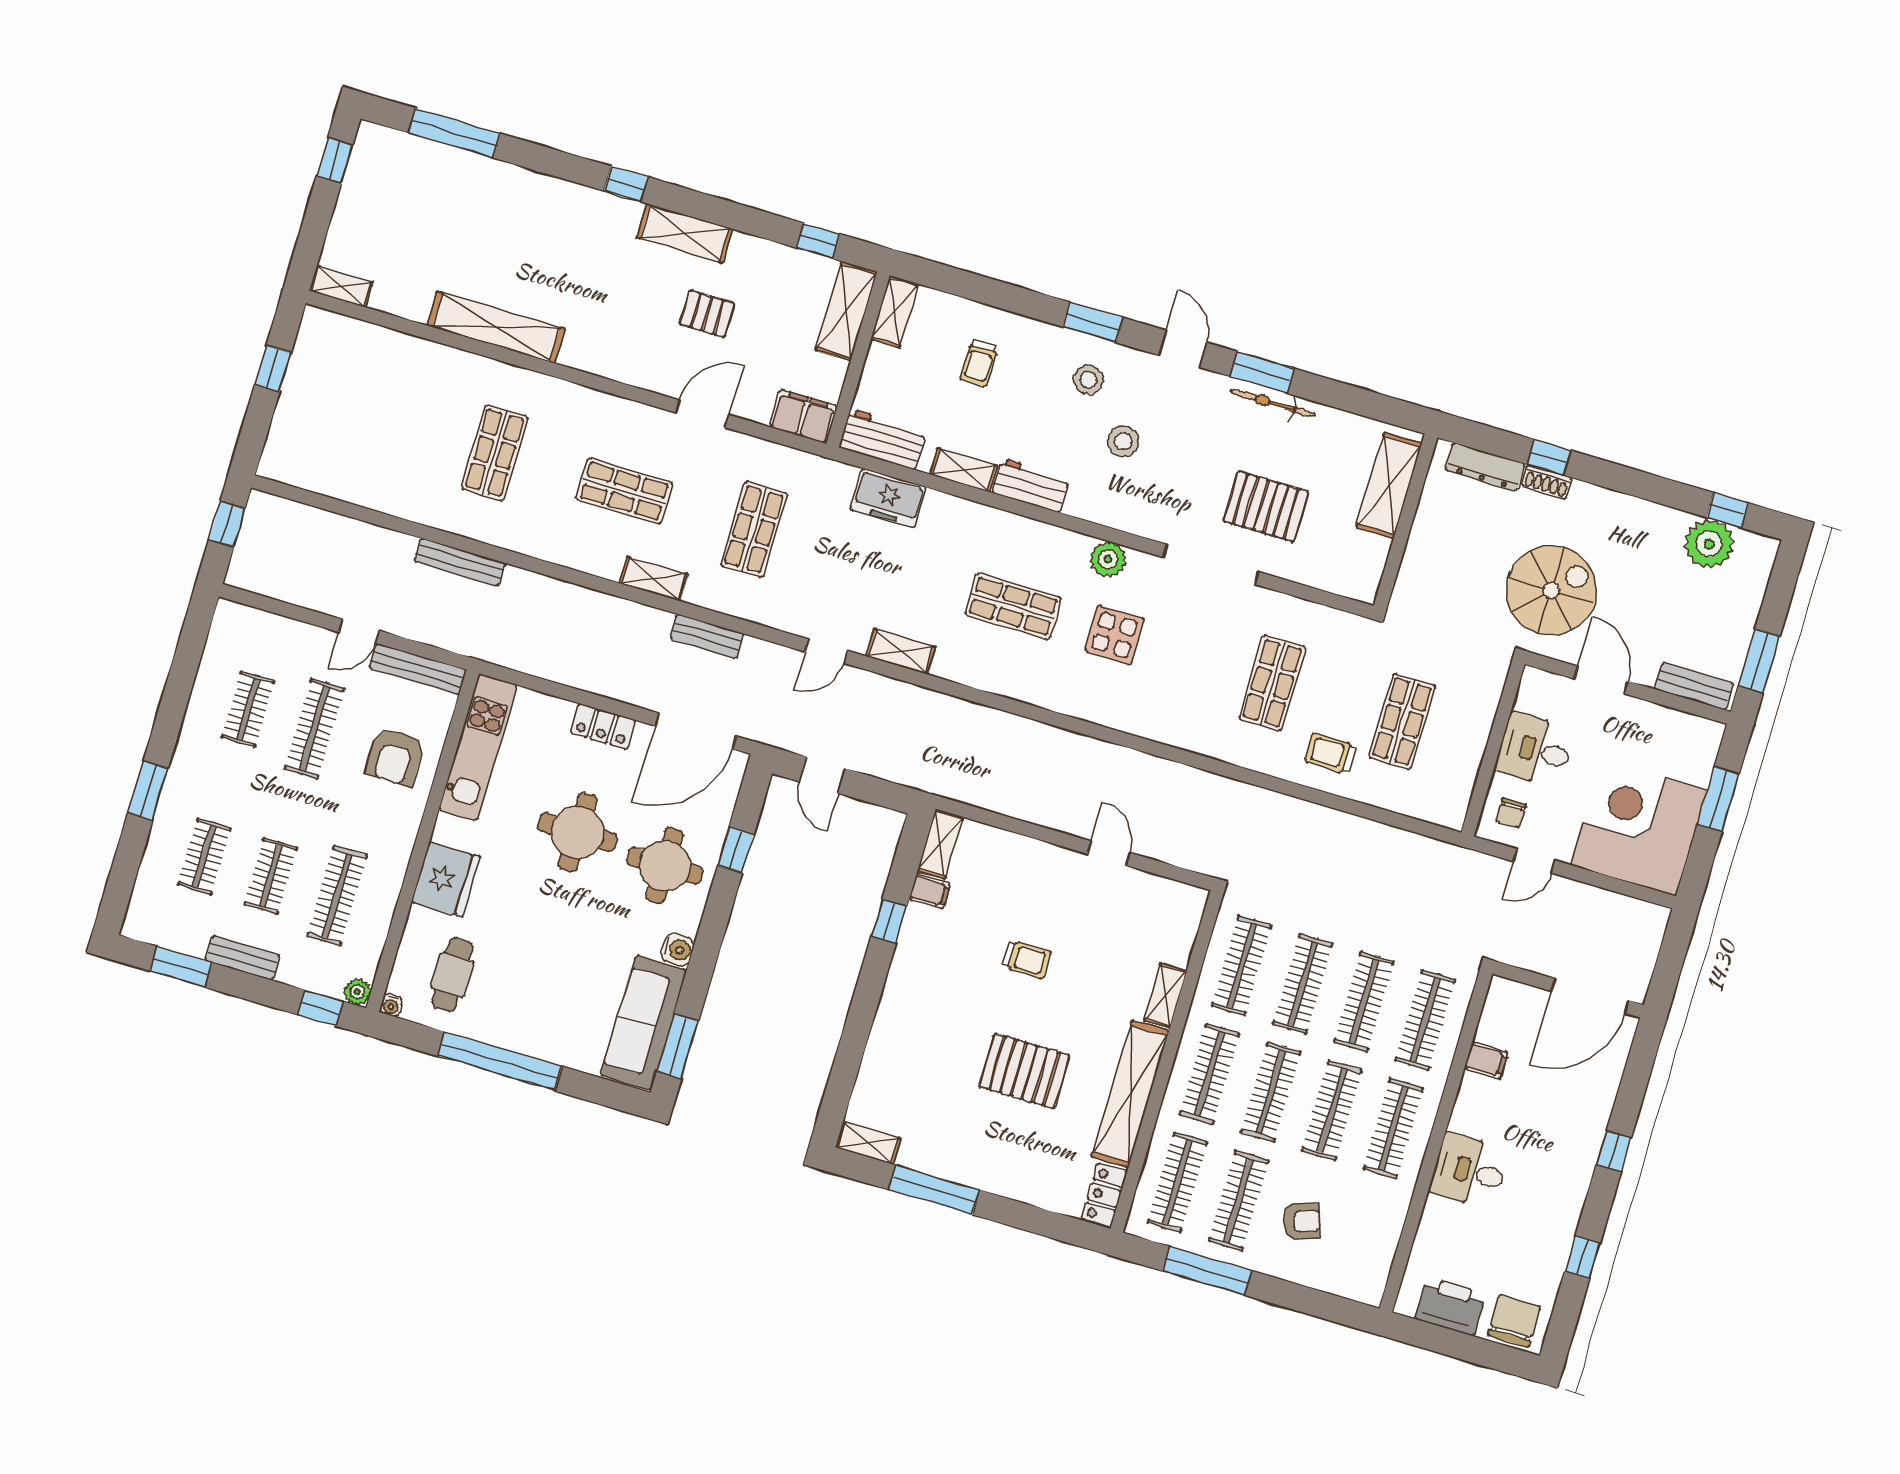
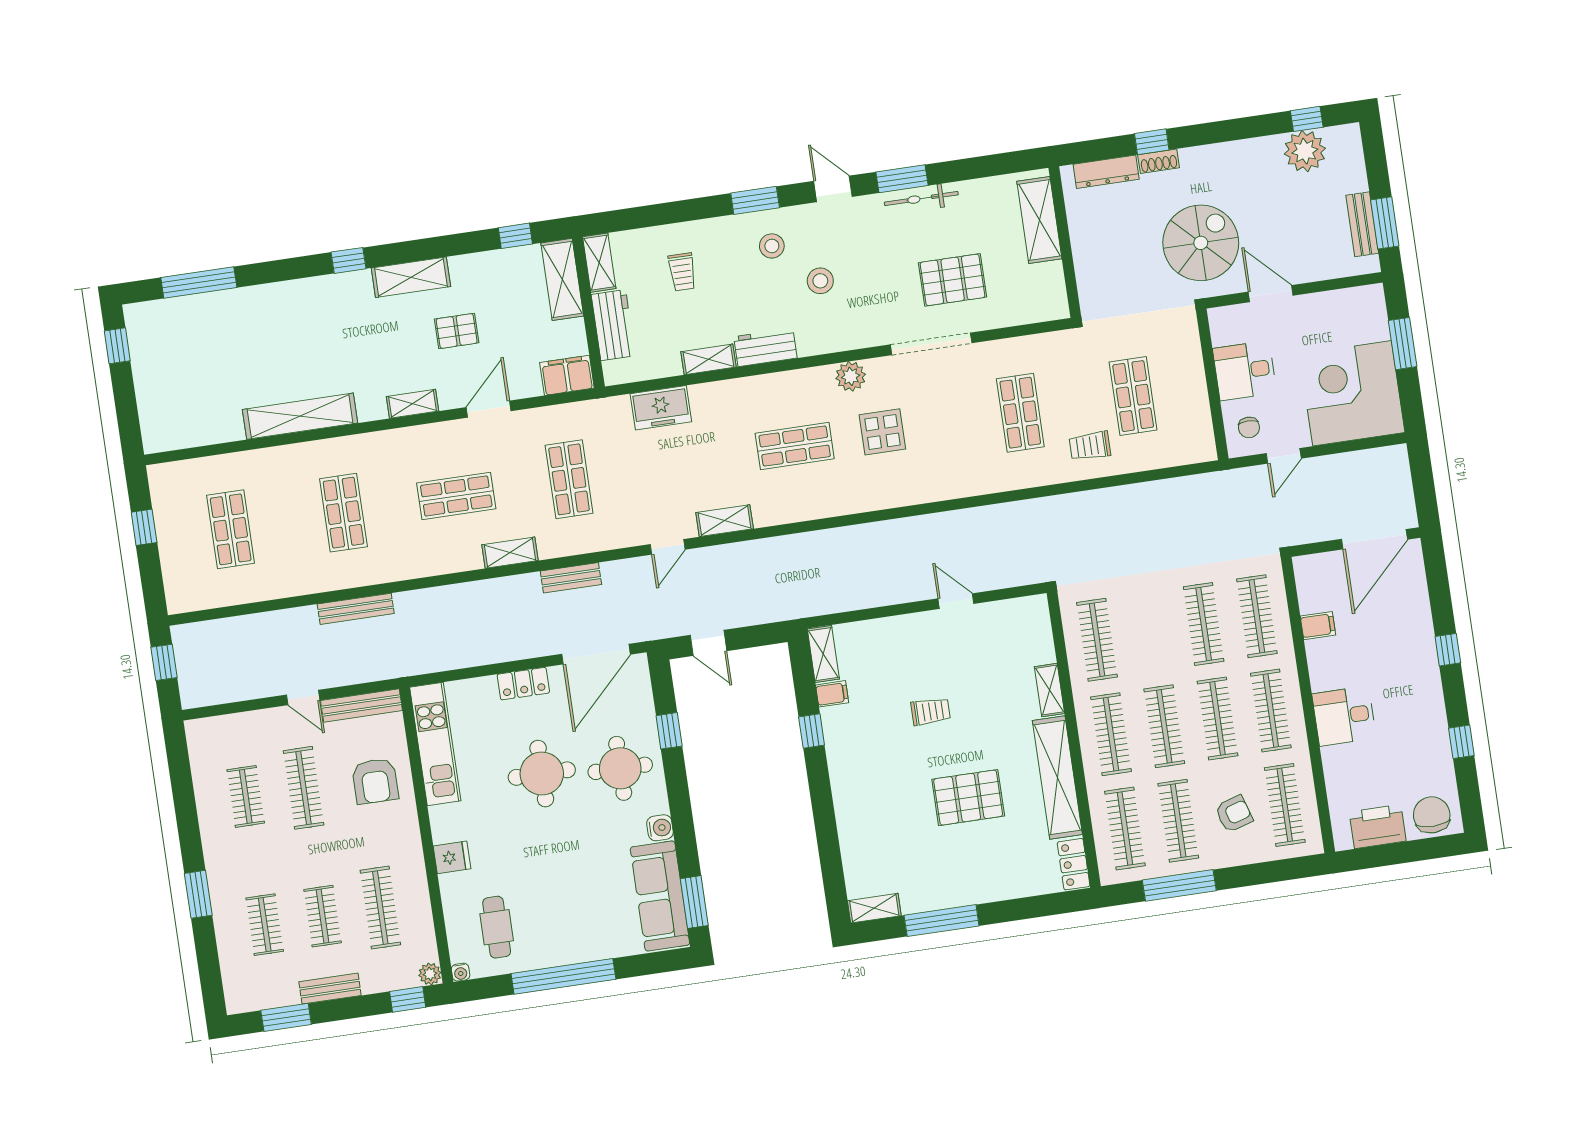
shelving: (341, 286) -> (412, 404), moved
shop shelf: (365, 414) -> (231, 529), added
workbench: (883, 439) -> (613, 325), moved, turned 90
door: (359, 631) -> (303, 697), hinge flipped
bench: (1694, 686) -> (1362, 224), moved, turned 90
fridge: (446, 879) -> (452, 857), width x0.53, depth x0.75
clothes rail: (1303, 984) -> (1285, 805), moved

